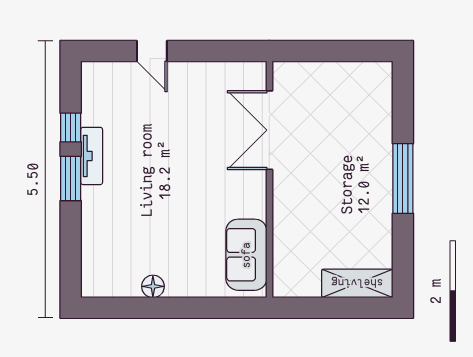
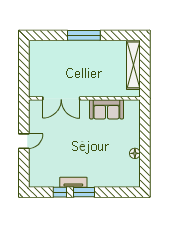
door: (152, 51) -> (24, 141), moved
sofa: (246, 255) -> (107, 109), moved
shelving: (357, 283) -> (133, 65), width x1.47

